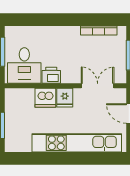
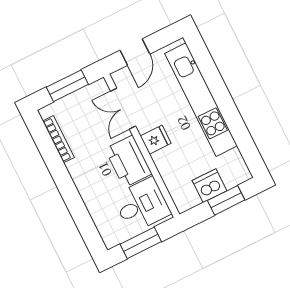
printer: (51, 75) -> (128, 161), width x1.87, depth x1.48
dishwasher: (45, 98) -> (210, 186), moved, turned -90

